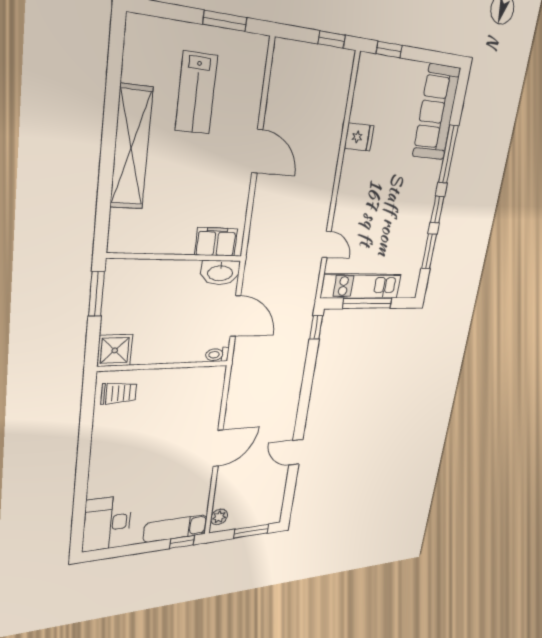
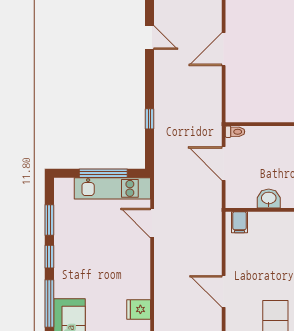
filing cabinet: (216, 242) -> (239, 222), width x0.50
door: (327, 245) -> (152, 223), width x1.38
washbasin: (220, 273) -> (269, 199), moved, width x0.72
window: (316, 327) -> (150, 119), moved

